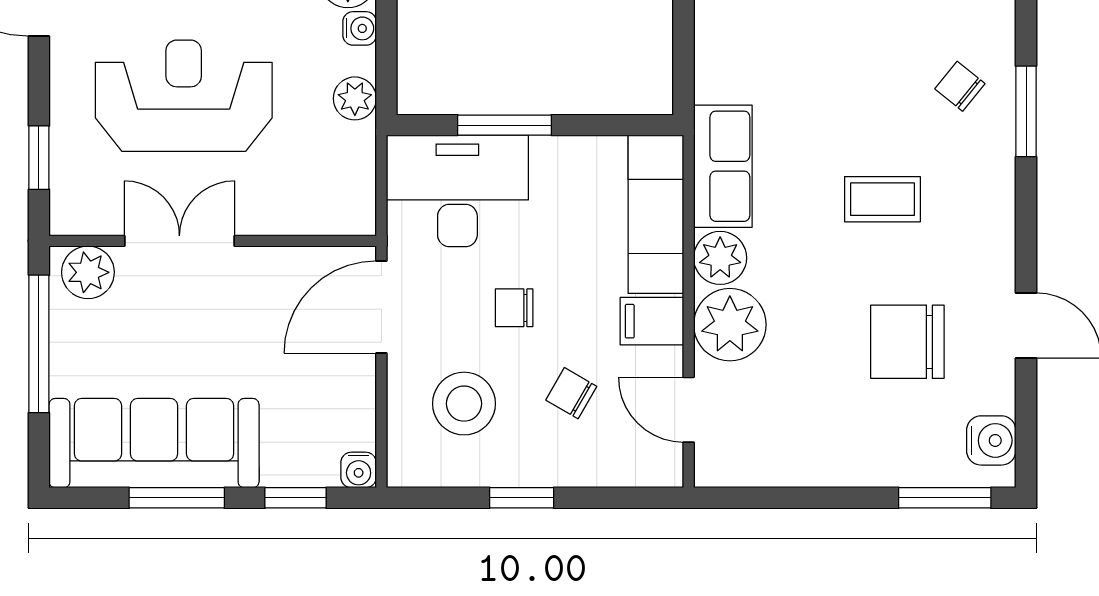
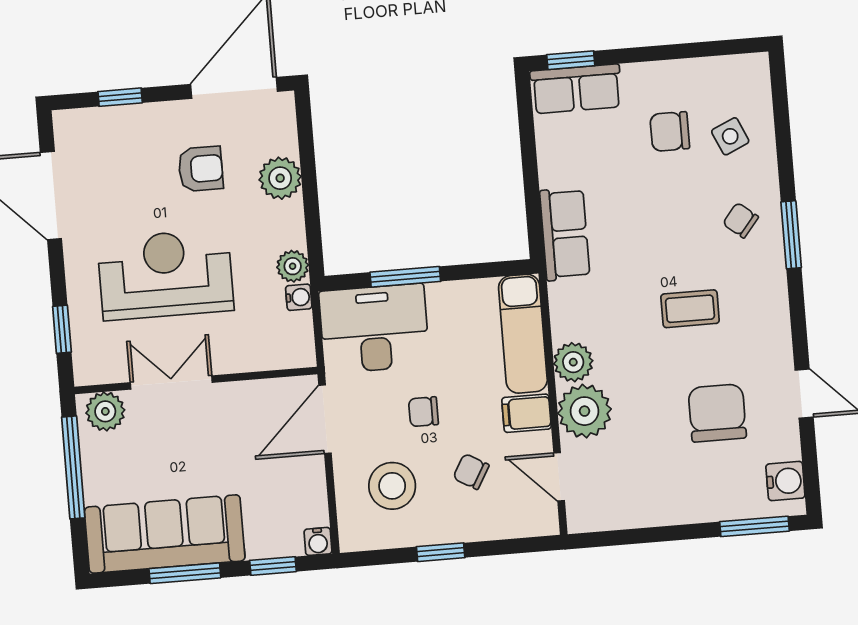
water cooler: (360, 28) -> (299, 297), moved
row of seats: (723, 166) -> (565, 234), moved
chair: (907, 342) -> (717, 413), turned 90

